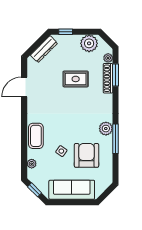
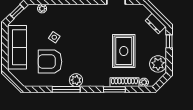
dresser: (44, 49) -> (155, 23), width x0.70
window: (115, 75) -> (114, 89), moved
rug: (76, 79) -> (124, 51), width x1.36, depth x1.43
coffee table: (36, 136) -> (69, 13), removed
armchair: (87, 155) -> (50, 62), turned 180

